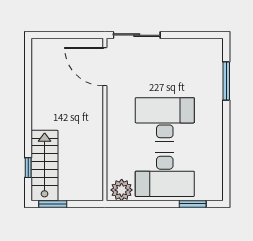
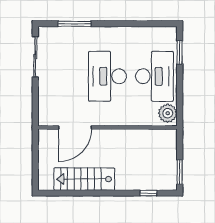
sliding door: (137, 35) -> (35, 57), moved
door: (105, 67) -> (75, 127), moved
stairs: (45, 166) -> (84, 179), moved

